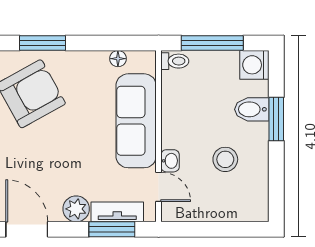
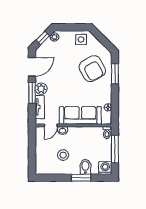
window: (112, 229) -> (32, 93), moved

